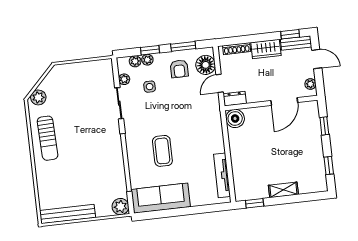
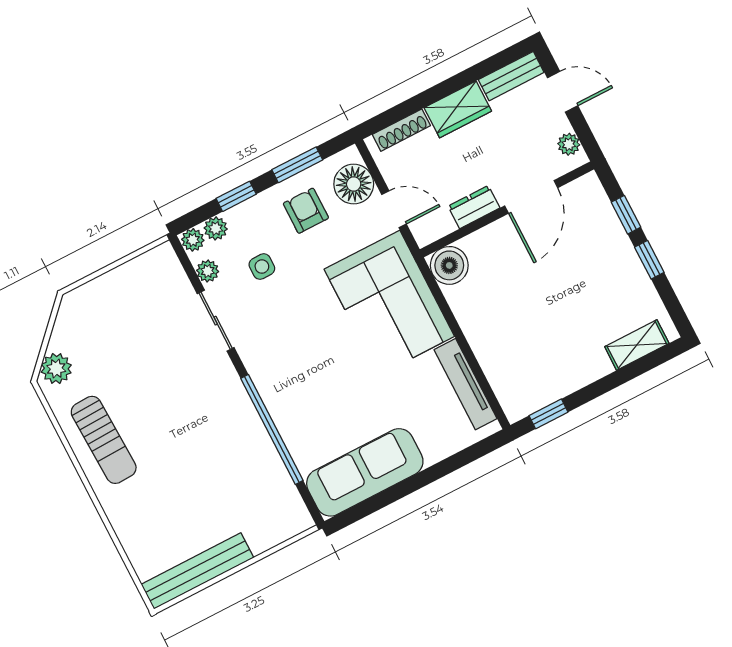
window: (290, 34) -> (493, 64), removed
plant: (147, 60) -> (193, 240), moved
armchair: (179, 69) -> (306, 211), turned 180
door: (220, 83) -> (394, 209), swing flipped
dresser: (235, 99) -> (474, 207), moved
corner sofa: (201, 125) -> (389, 303), added
coffee table: (162, 151) -> (334, 381), removed
window: (329, 166) -> (649, 260), moved
shelving: (283, 190) -> (637, 345), moved
plant: (120, 207) -> (294, 518), removed

